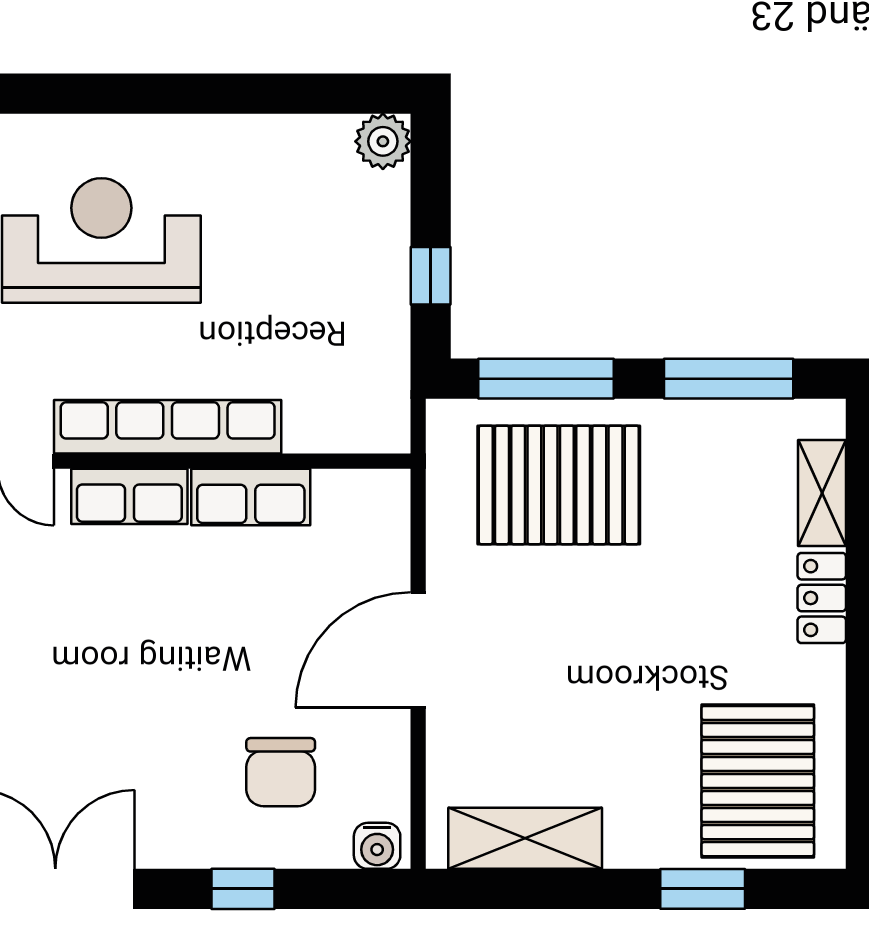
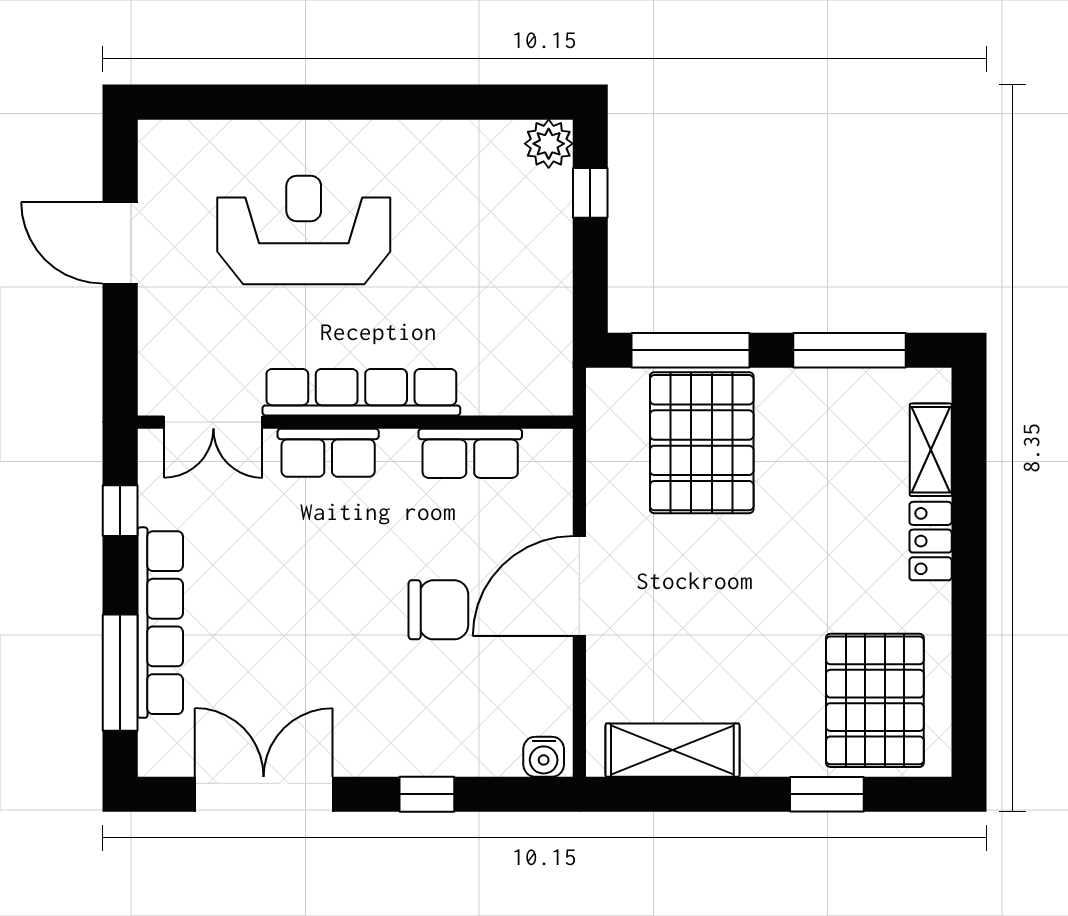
window: (431, 276) -> (590, 193), moved
pallet: (559, 485) -> (702, 443), turned 90
row of seats: (251, 497) -> (470, 453), moved
chair: (281, 772) -> (438, 610), moved, turned -90

